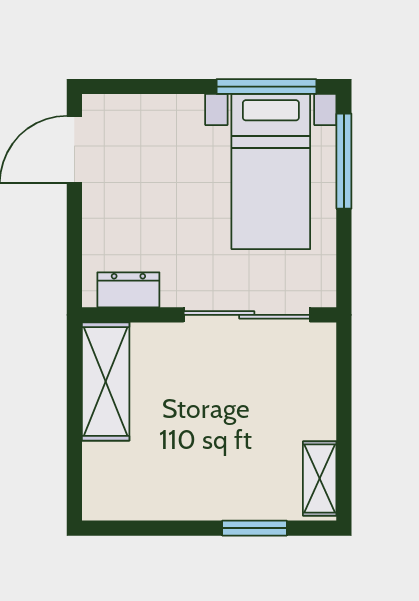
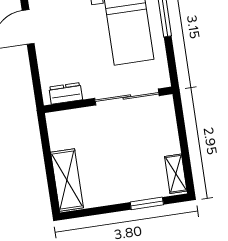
shelving: (106, 381) -> (67, 180), moved

